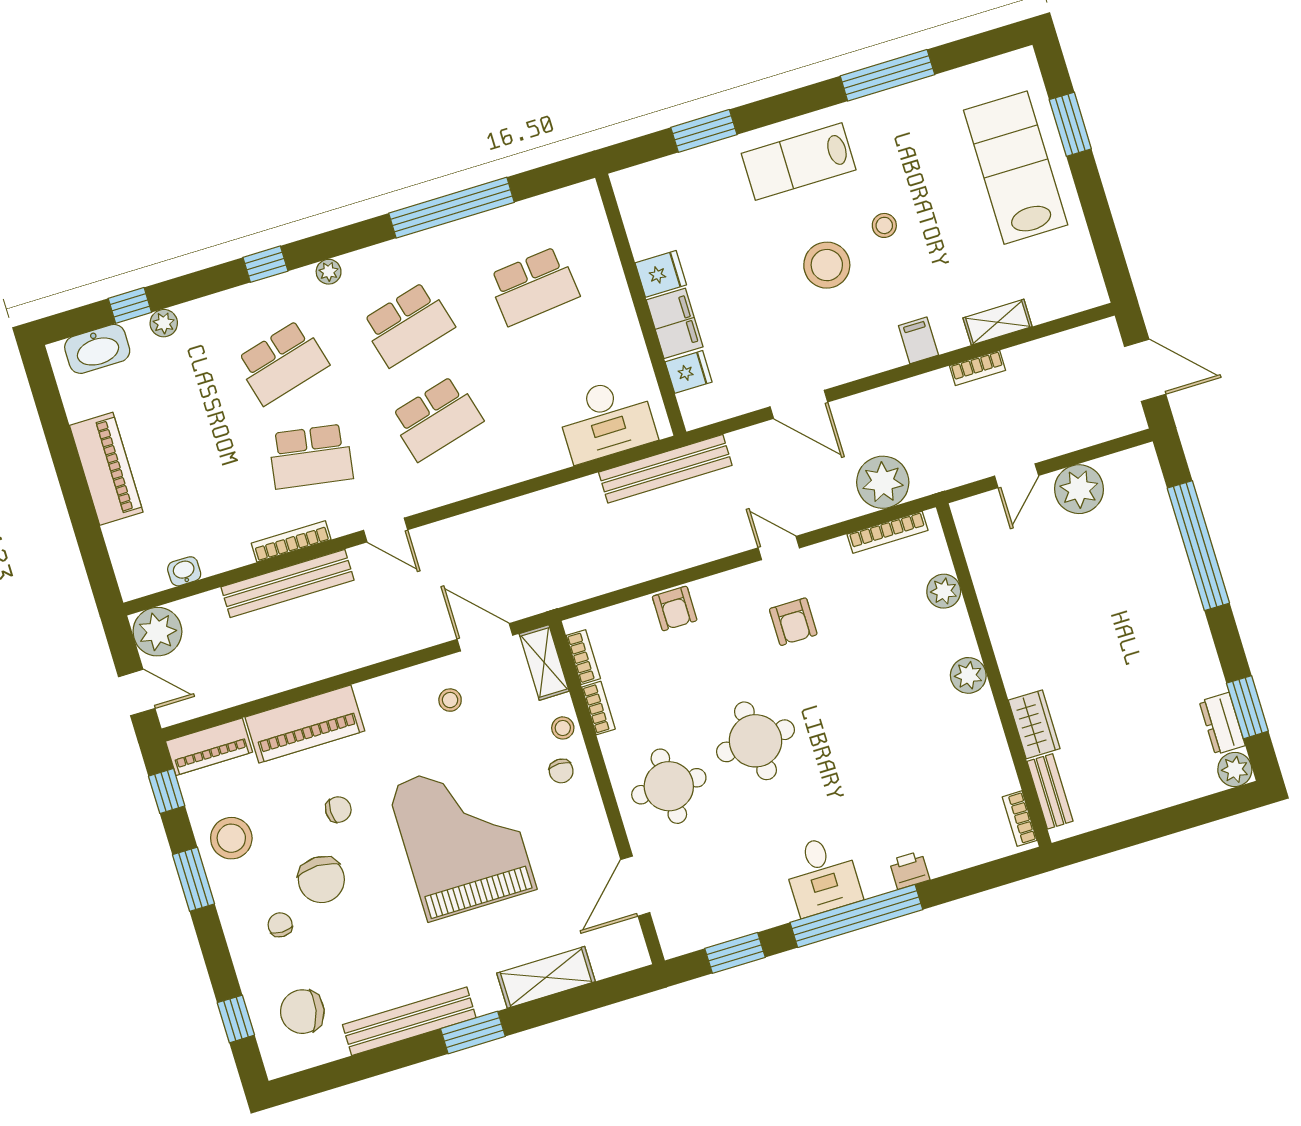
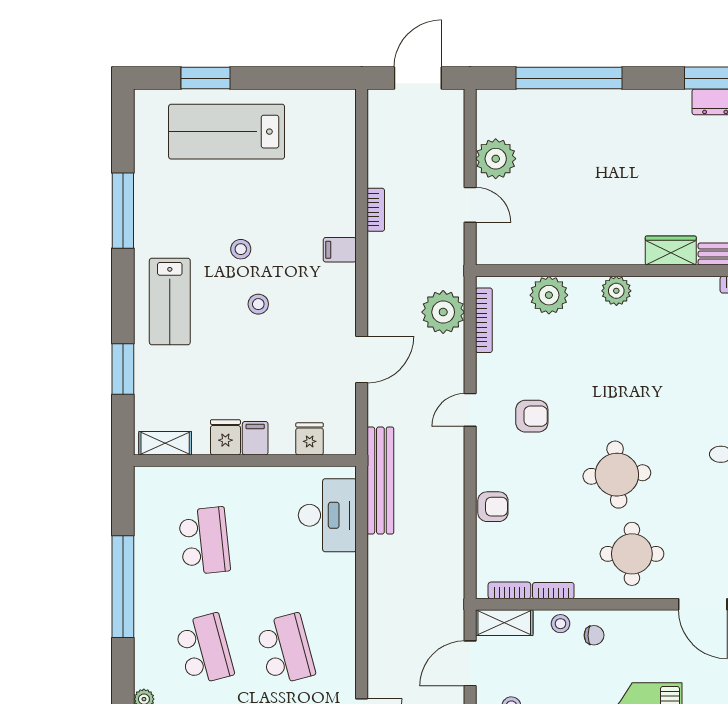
stool: (827, 265) -> (258, 304), width x0.53, depth x0.53
shelving: (998, 322) -> (165, 443), moved, turned 90
filing cabinet: (675, 323) -> (255, 438), width x0.50
plant: (944, 591) -> (549, 295), width x1.36, depth x1.36

